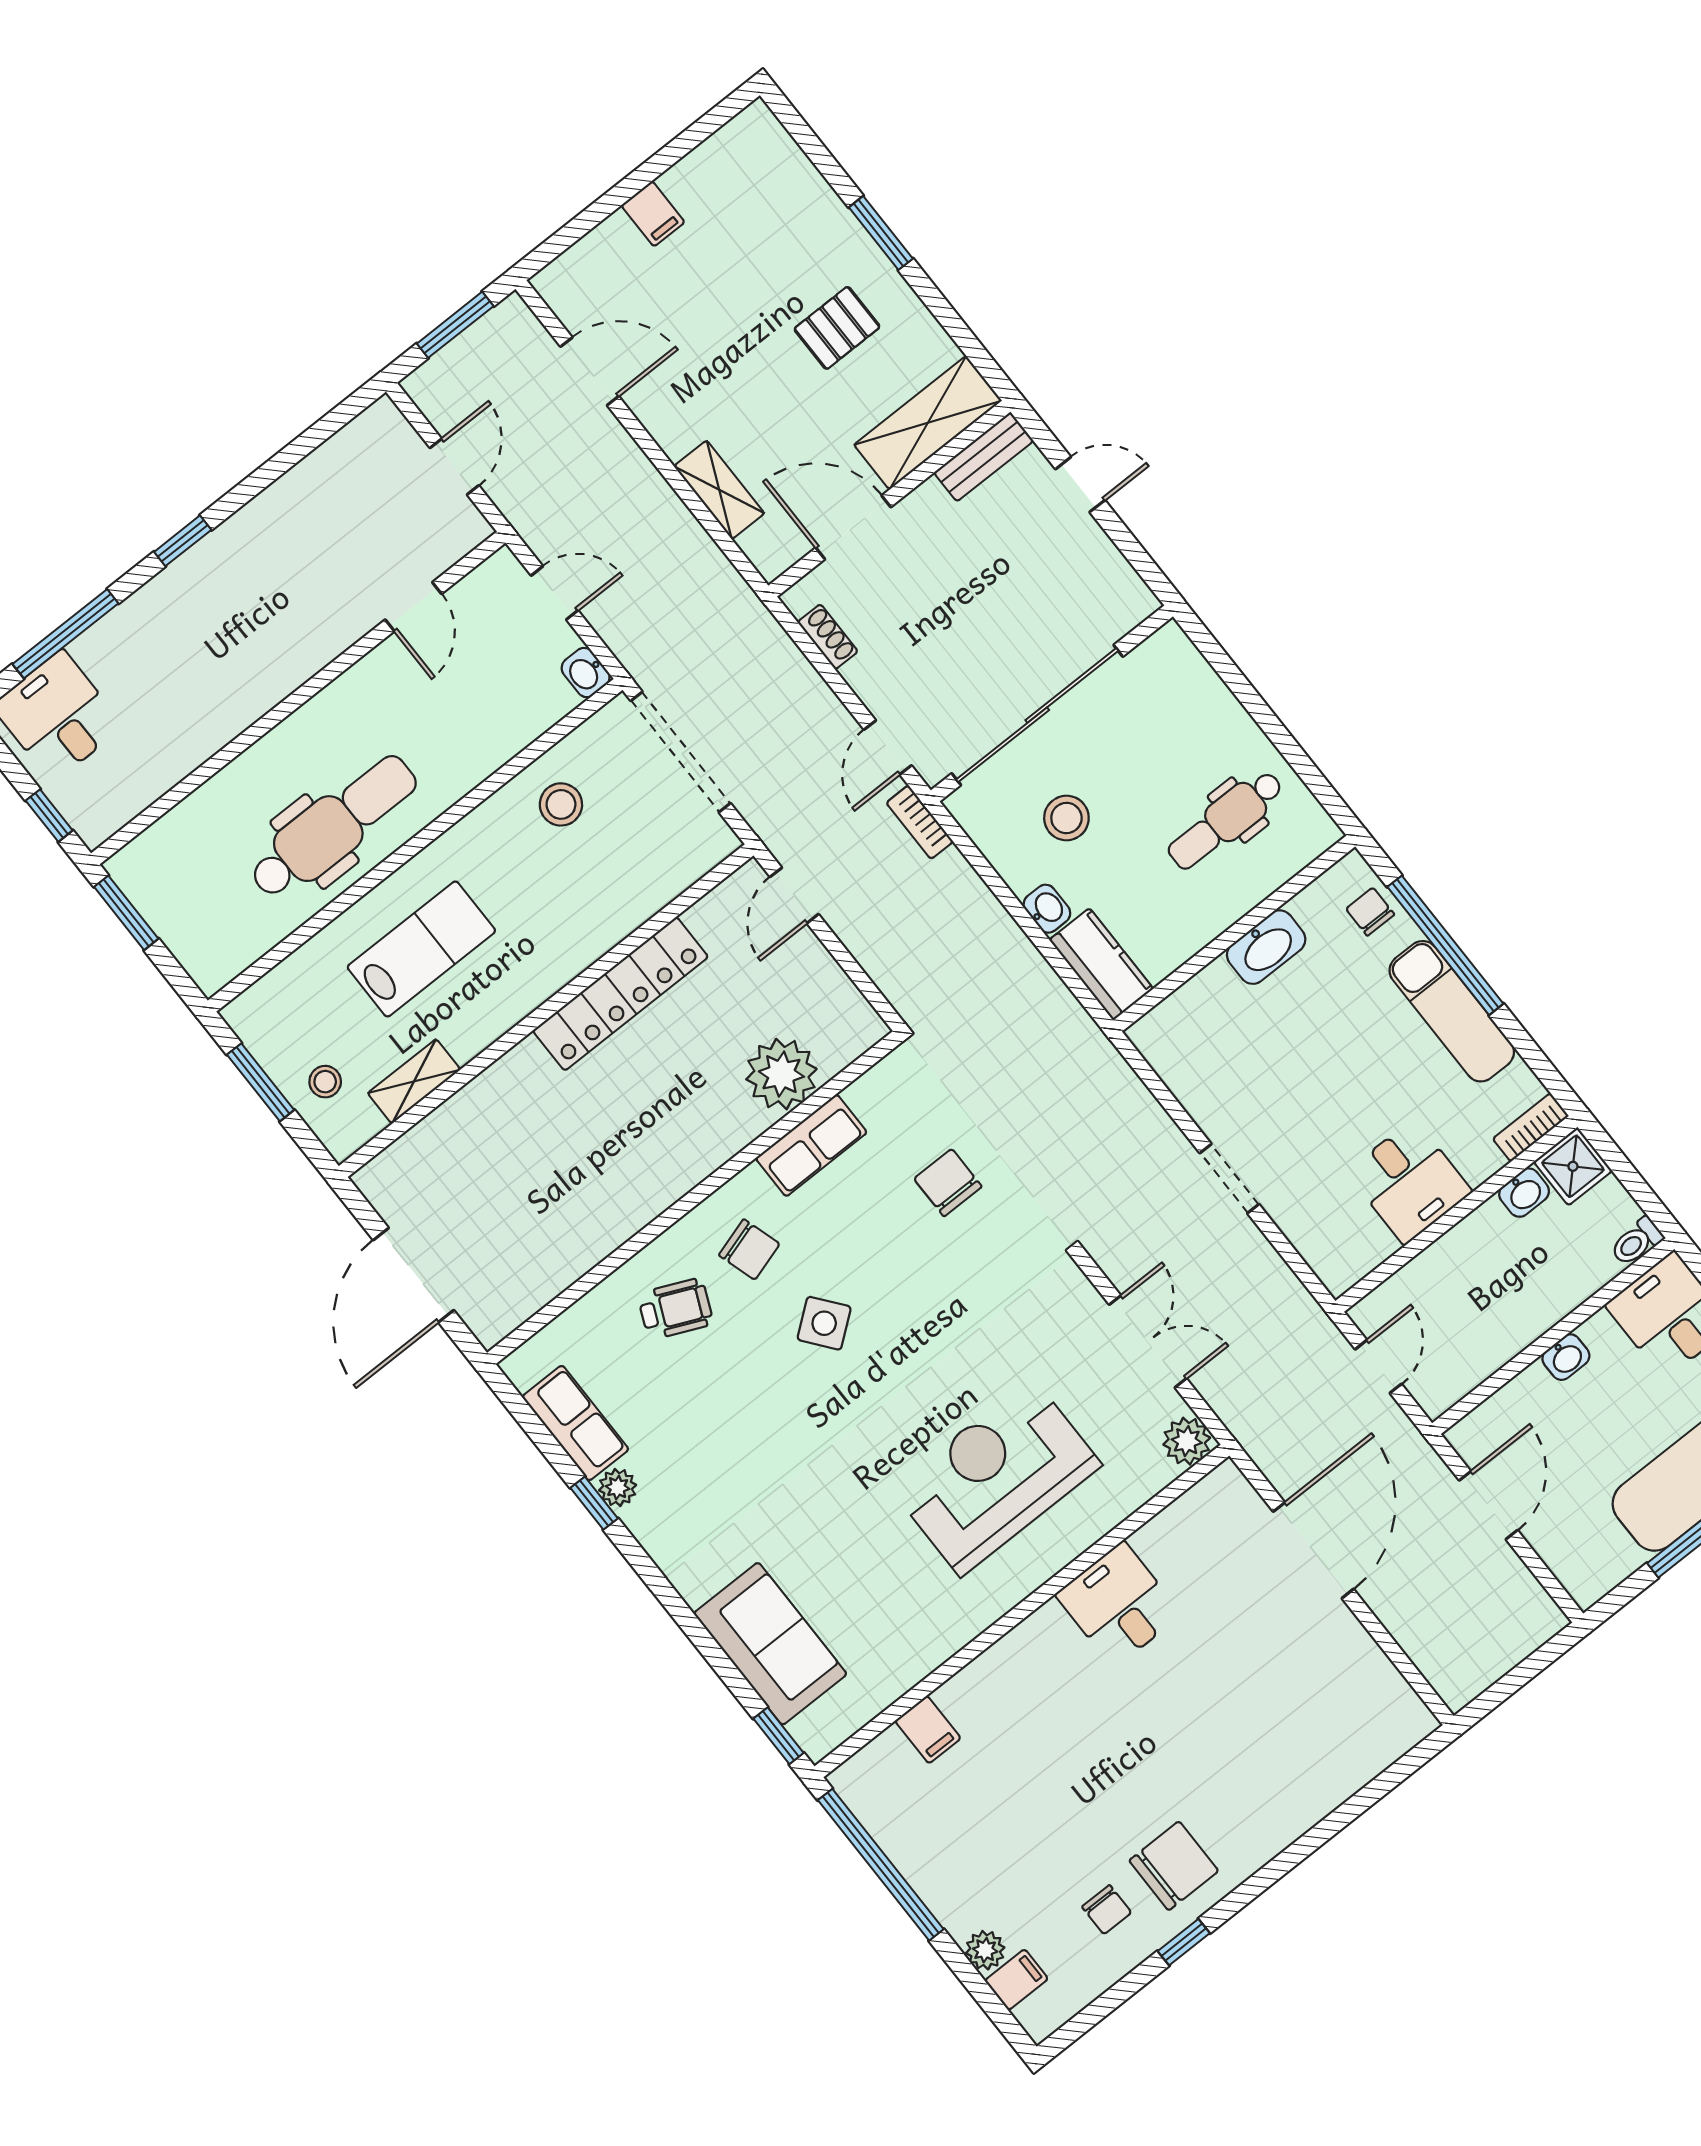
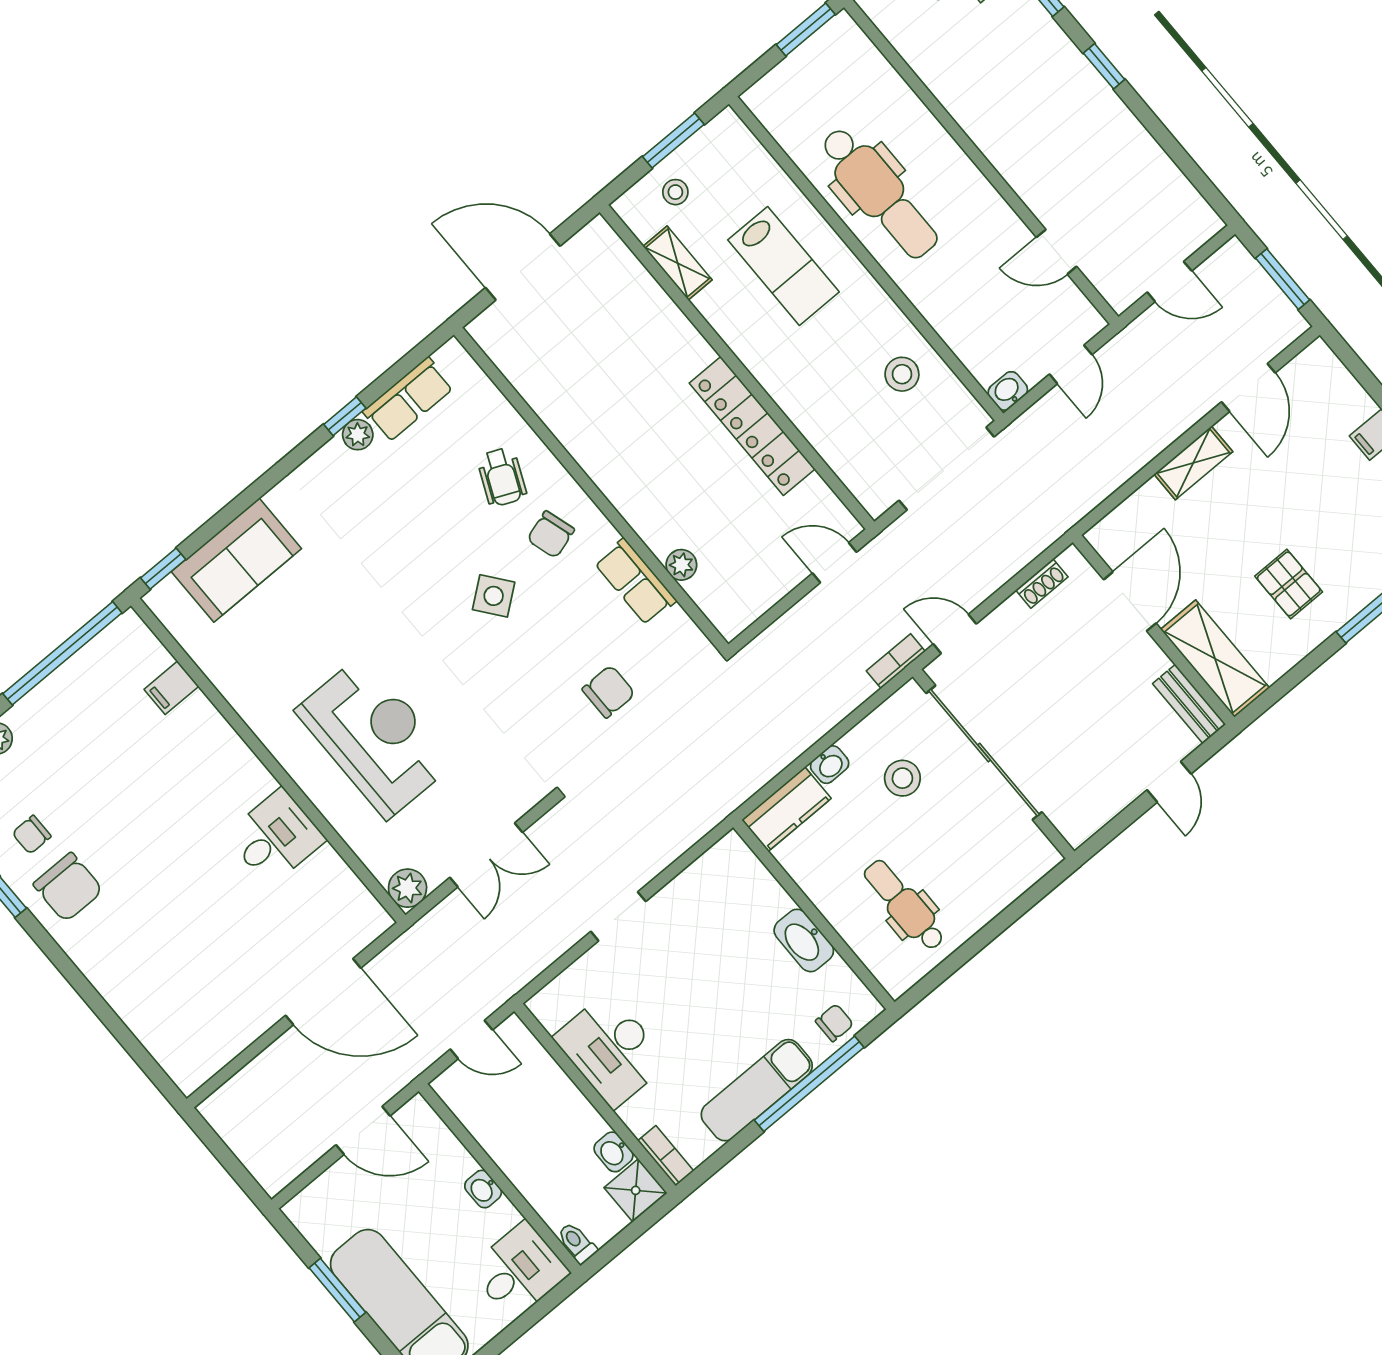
shelving: (719, 490) -> (1193, 463), moved
plant: (781, 1074) -> (681, 565), width x0.53, depth x0.53
desk: (1409, 1182) -> (611, 1050), width x1.37

